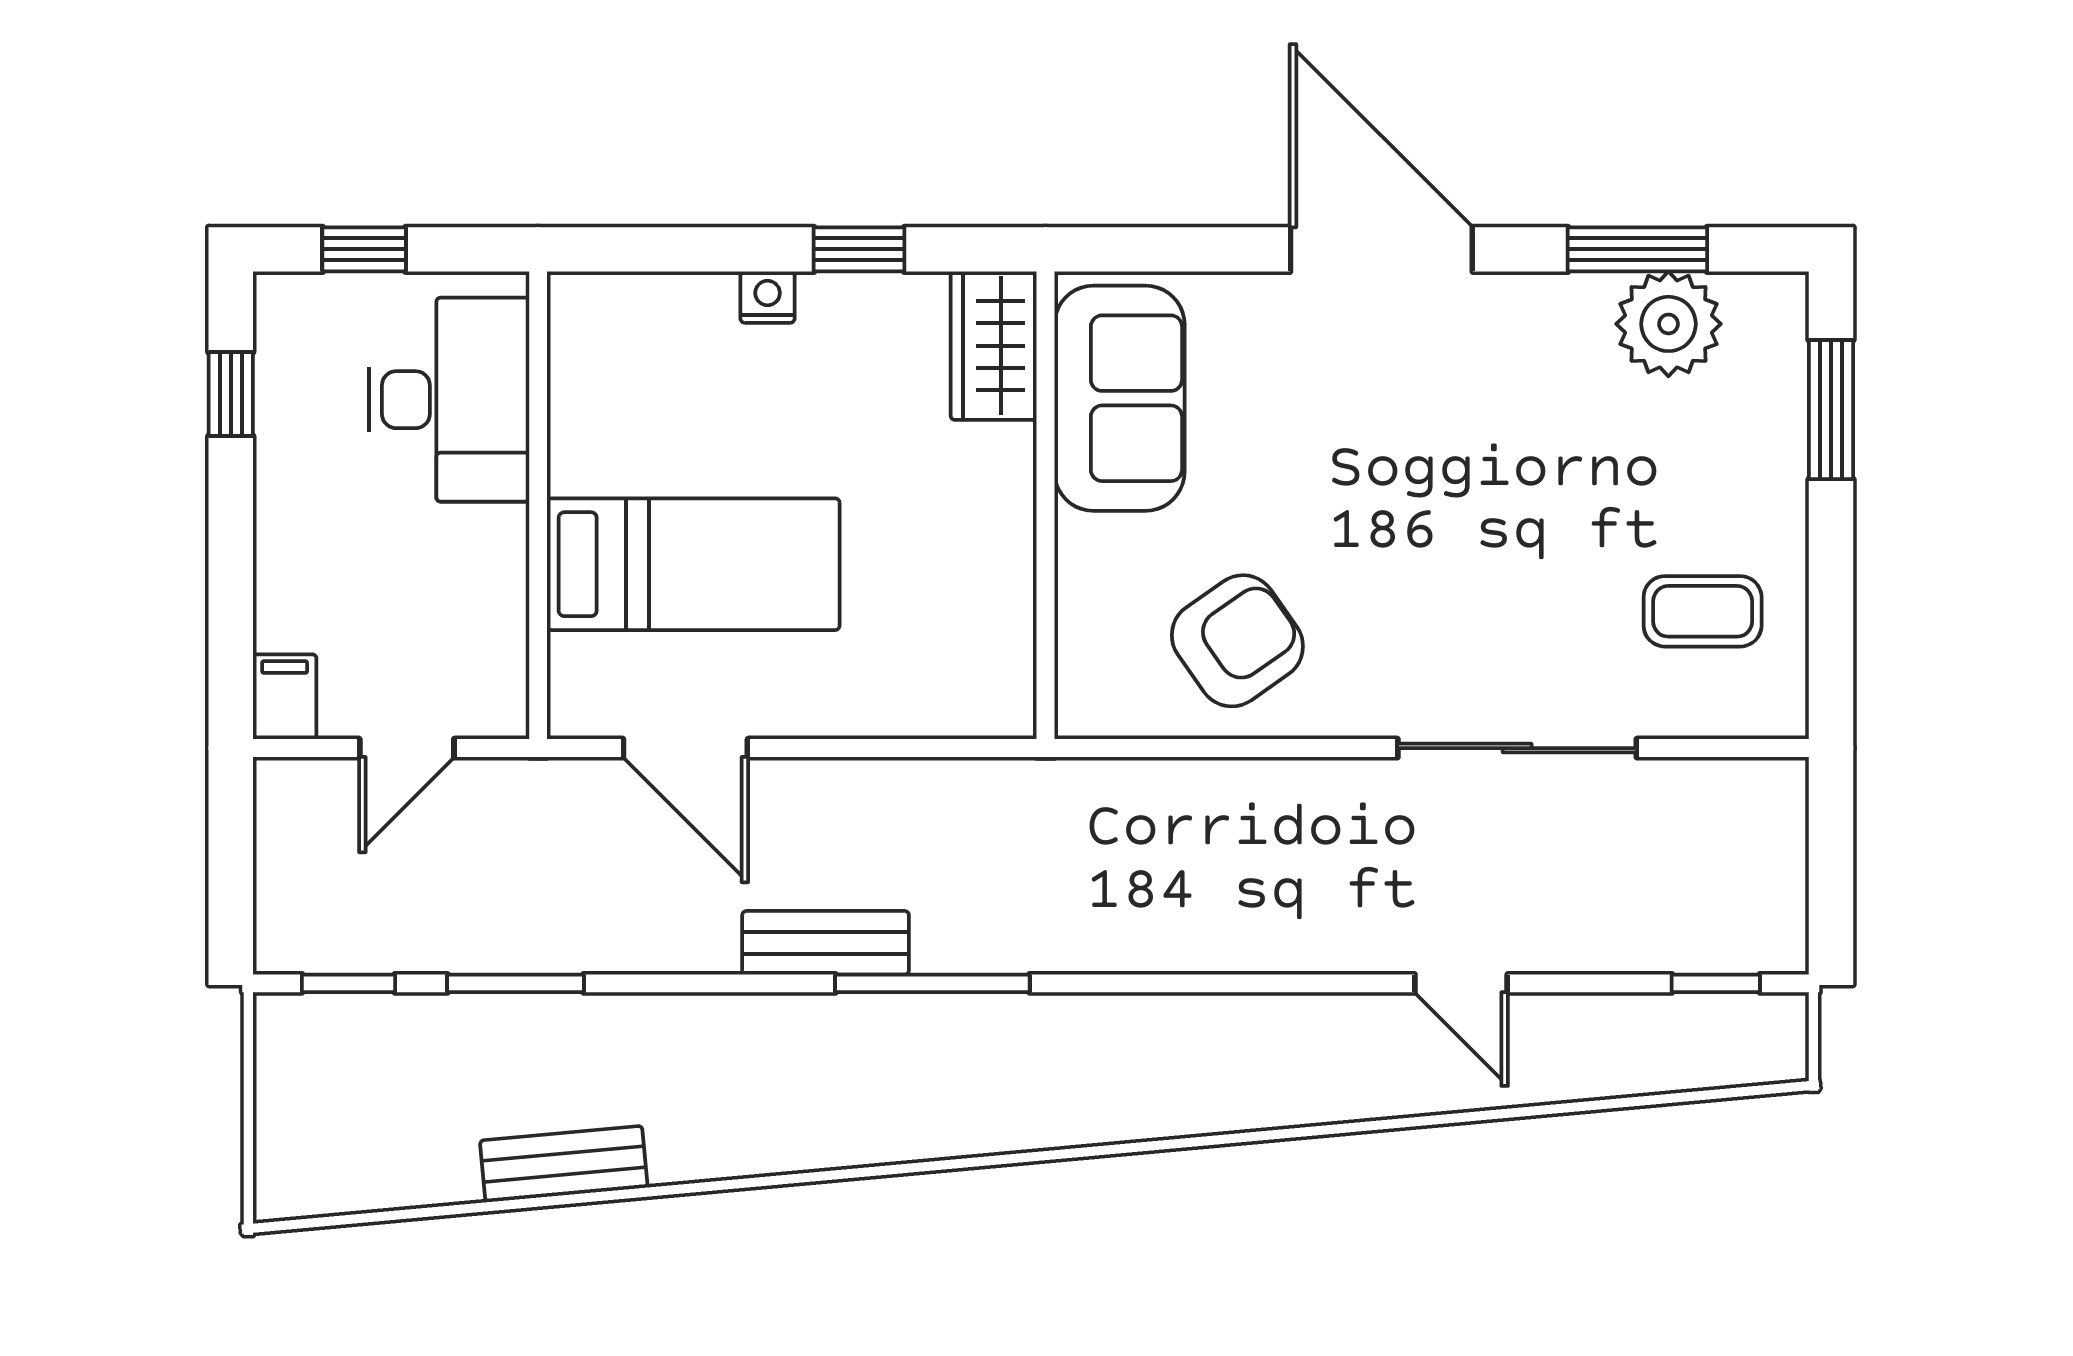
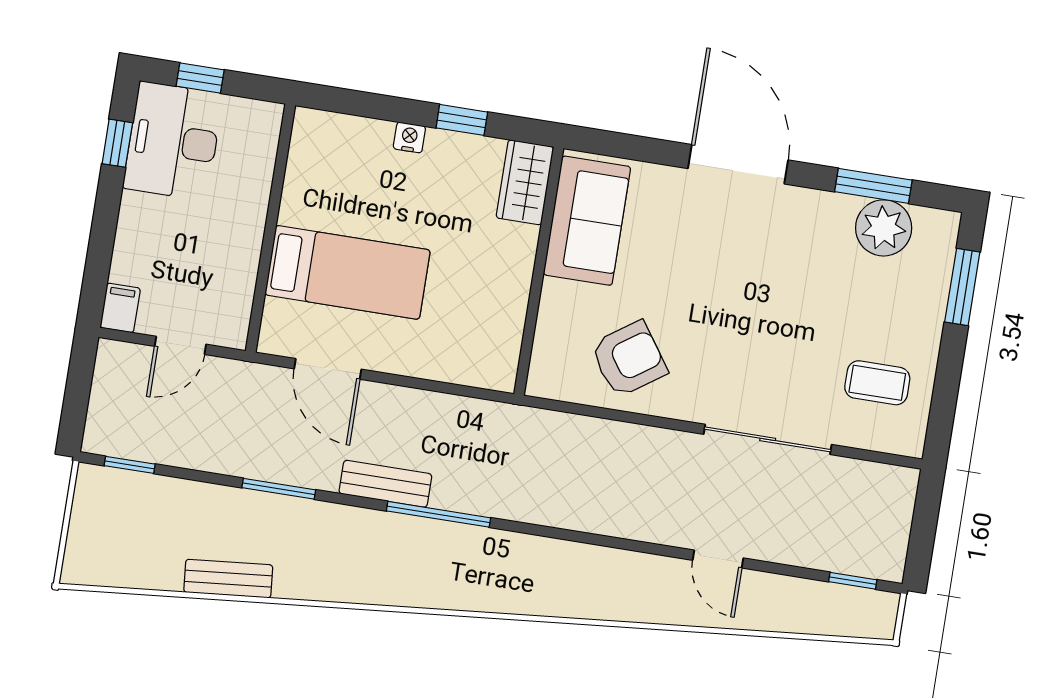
desk: (449, 400) -> (173, 141), moved, turned 180
window: (515, 983) -> (279, 489), moved

